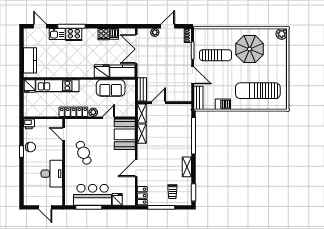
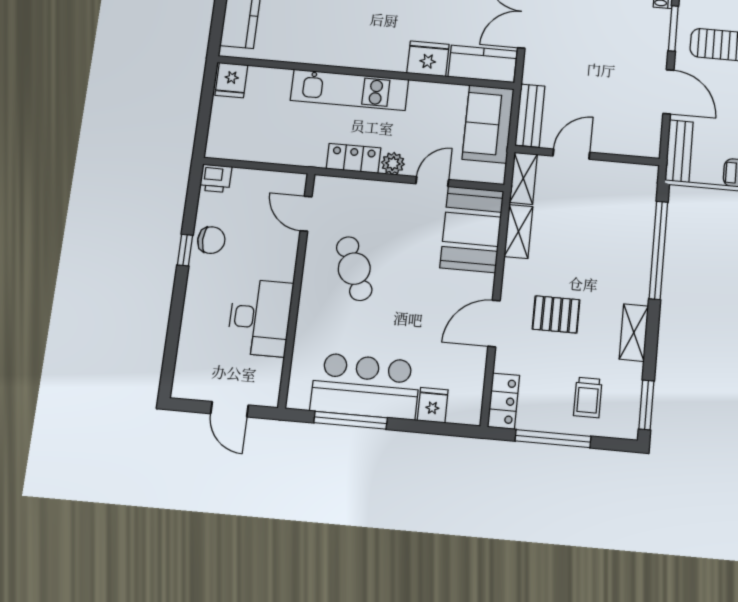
kitchen unit: (57, 86) -> (349, 90), moved
sofa: (111, 88) -> (488, 124), moved, turned 90
locker: (73, 112) -> (354, 158), width x0.66
pallet: (158, 163) -> (556, 314), added

